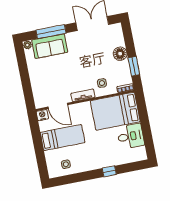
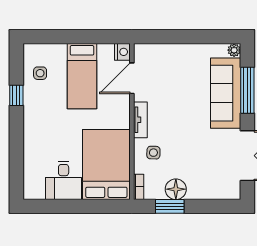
sofa: (50, 46) -> (226, 93), width x1.36
floor lamp: (120, 54) -> (176, 189), moved
window: (109, 171) -> (16, 95), moved

